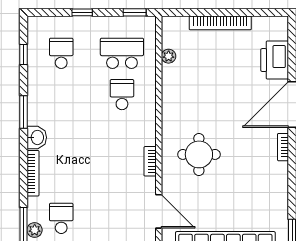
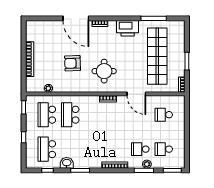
school desk: (61, 53) -> (47, 149), width x1.85
printer: (275, 60) -> (128, 28), moved
school desk: (122, 95) -> (70, 115), width x1.85
armchair: (213, 99) -> (73, 63), added
washbasin: (37, 137) -> (67, 163), moved
door: (159, 211) -> (136, 94), swing flipped

